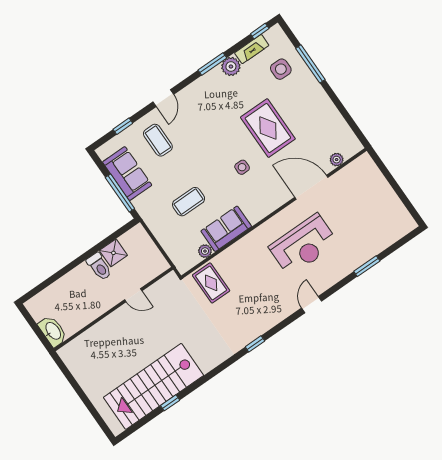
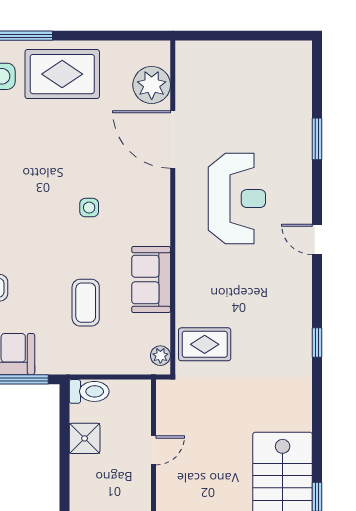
rug: (268, 128) -> (62, 74), moved
plant: (337, 160) -> (152, 85), width x1.88, depth x1.88
door: (311, 187) -> (173, 140), hinge flipped
plant: (205, 251) -> (160, 356), moved
toilet: (99, 267) -> (89, 391), moved

